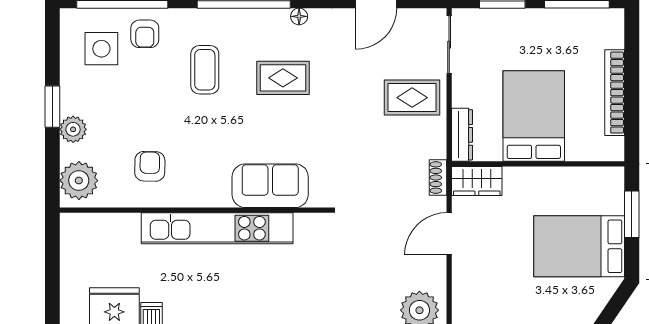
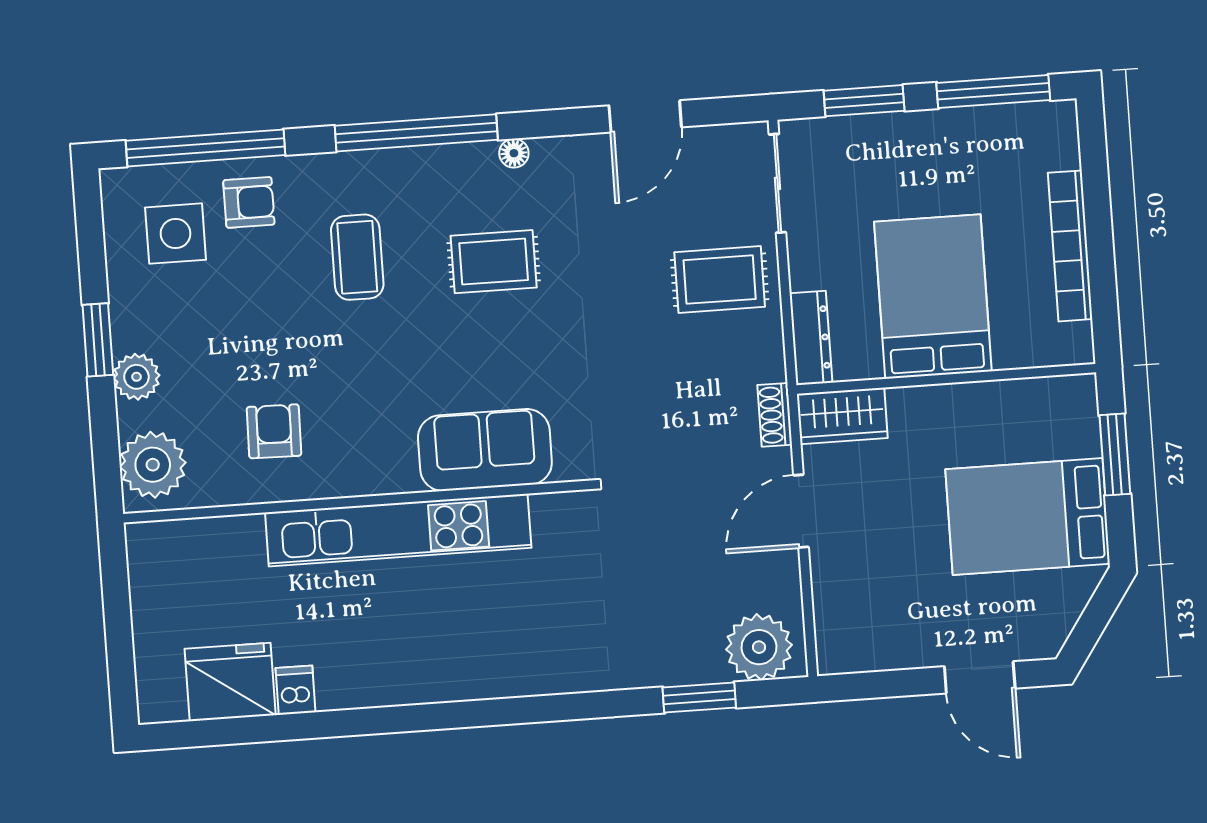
armchair: (145, 34) -> (249, 202), turned -90

